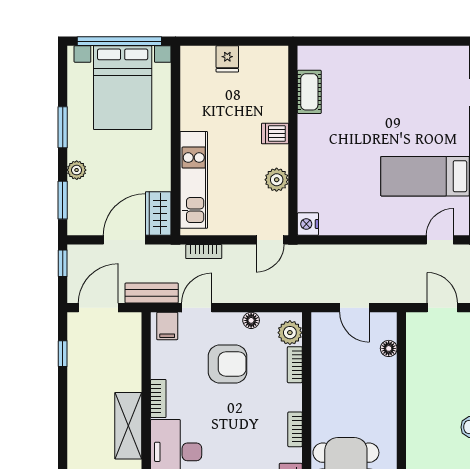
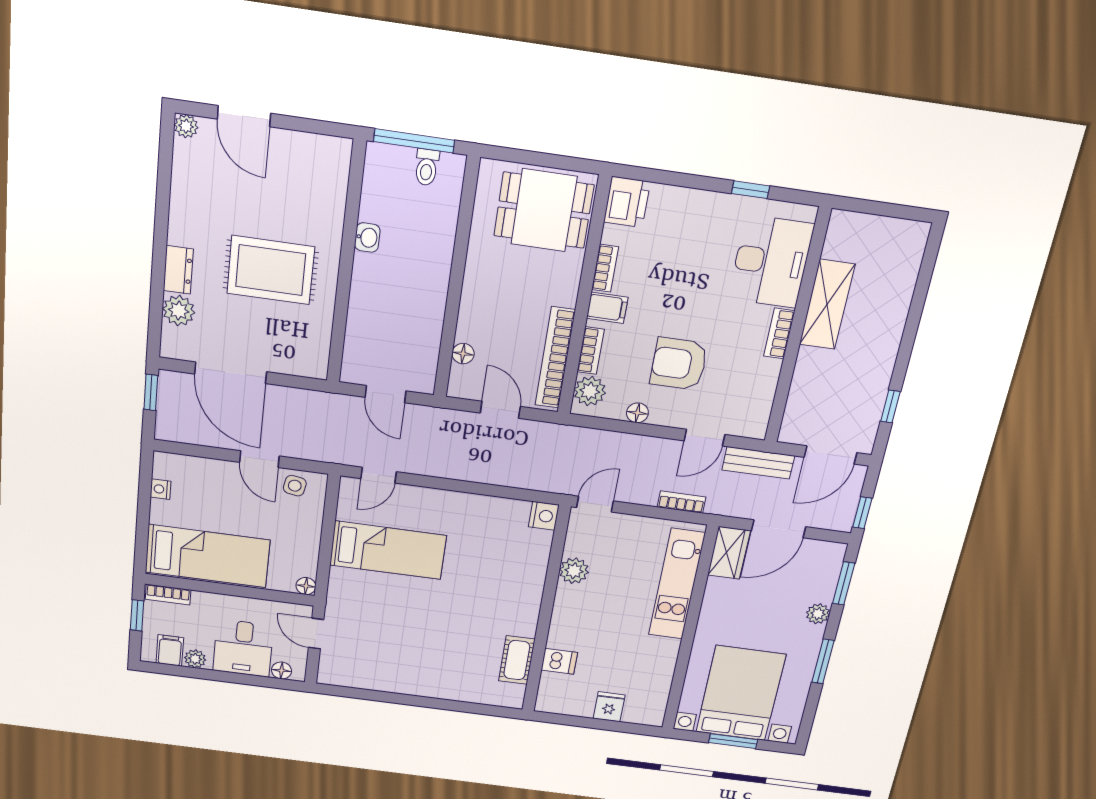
window: (119, 41) -> (733, 741), width x0.47
dishwasher: (275, 134) -> (559, 661), moved
filing cabinet: (167, 326) -> (607, 308), moved, turned 90
bookcase: (320, 355) -> (555, 358), added

